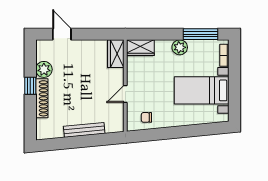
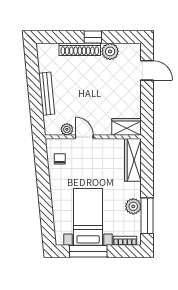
door: (62, 34) -> (147, 70), hinge flipped
plant: (180, 47) -> (133, 206), moved
wardrobe: (140, 48) -> (133, 160), width x1.50
window: (234, 90) -> (88, 251), added
plant: (118, 111) -> (67, 129), added

